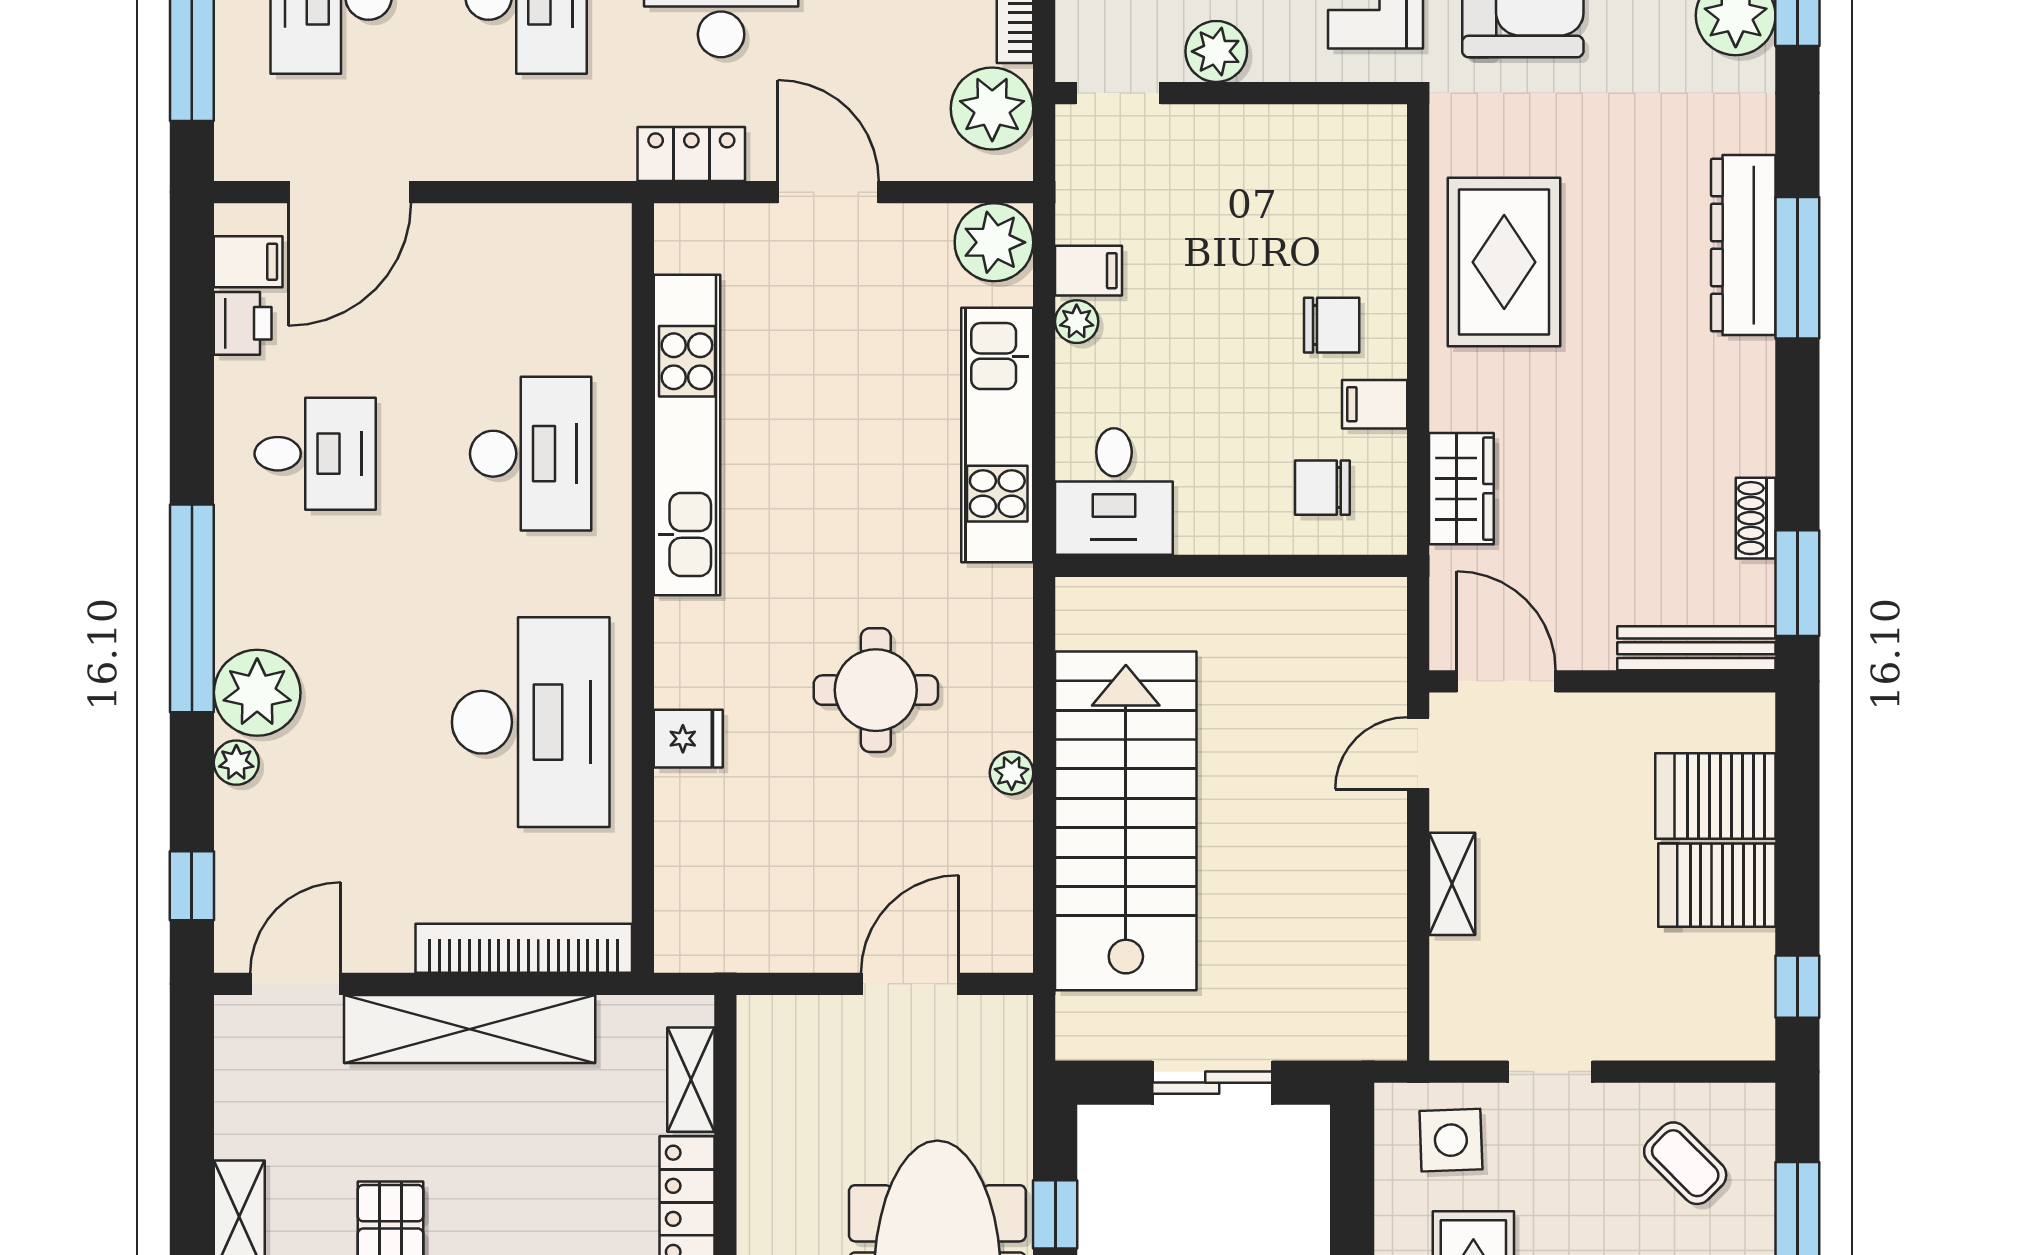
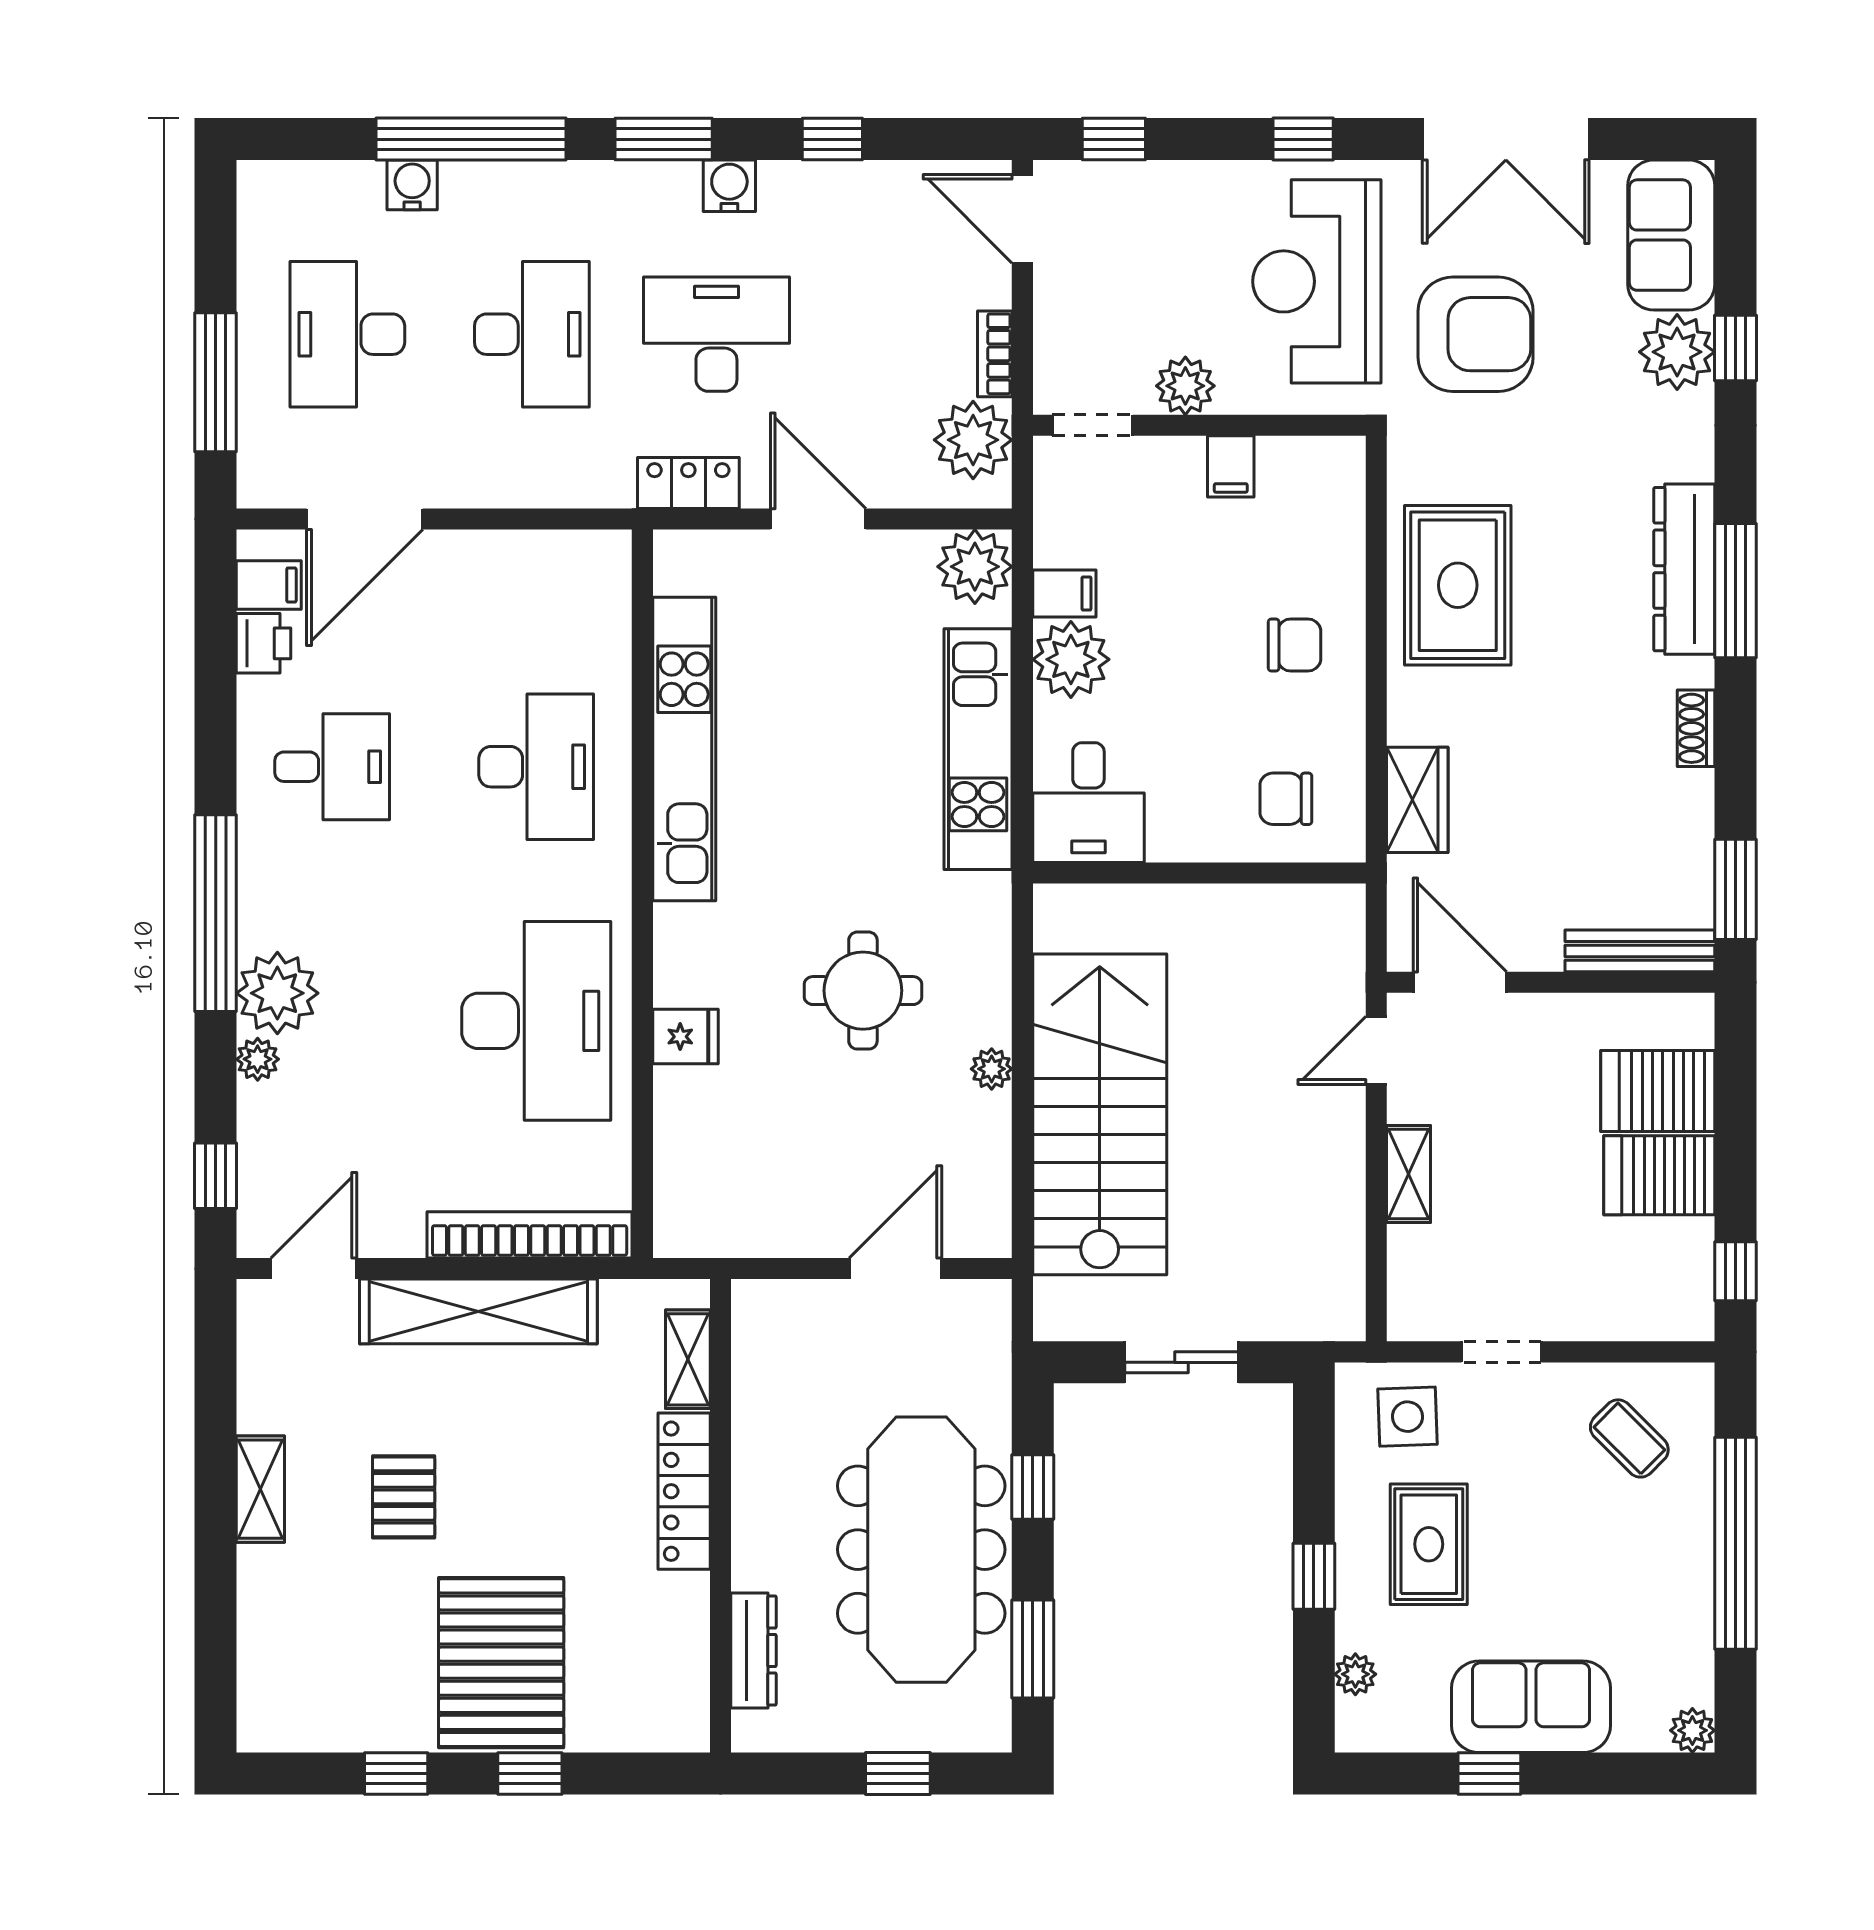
plant: (1077, 322) -> (1071, 659), width x1.88, depth x1.88
filing cabinet: (1375, 404) -> (1231, 466), moved, turned -90
shoe rack: (1756, 518) -> (1696, 728), moved

